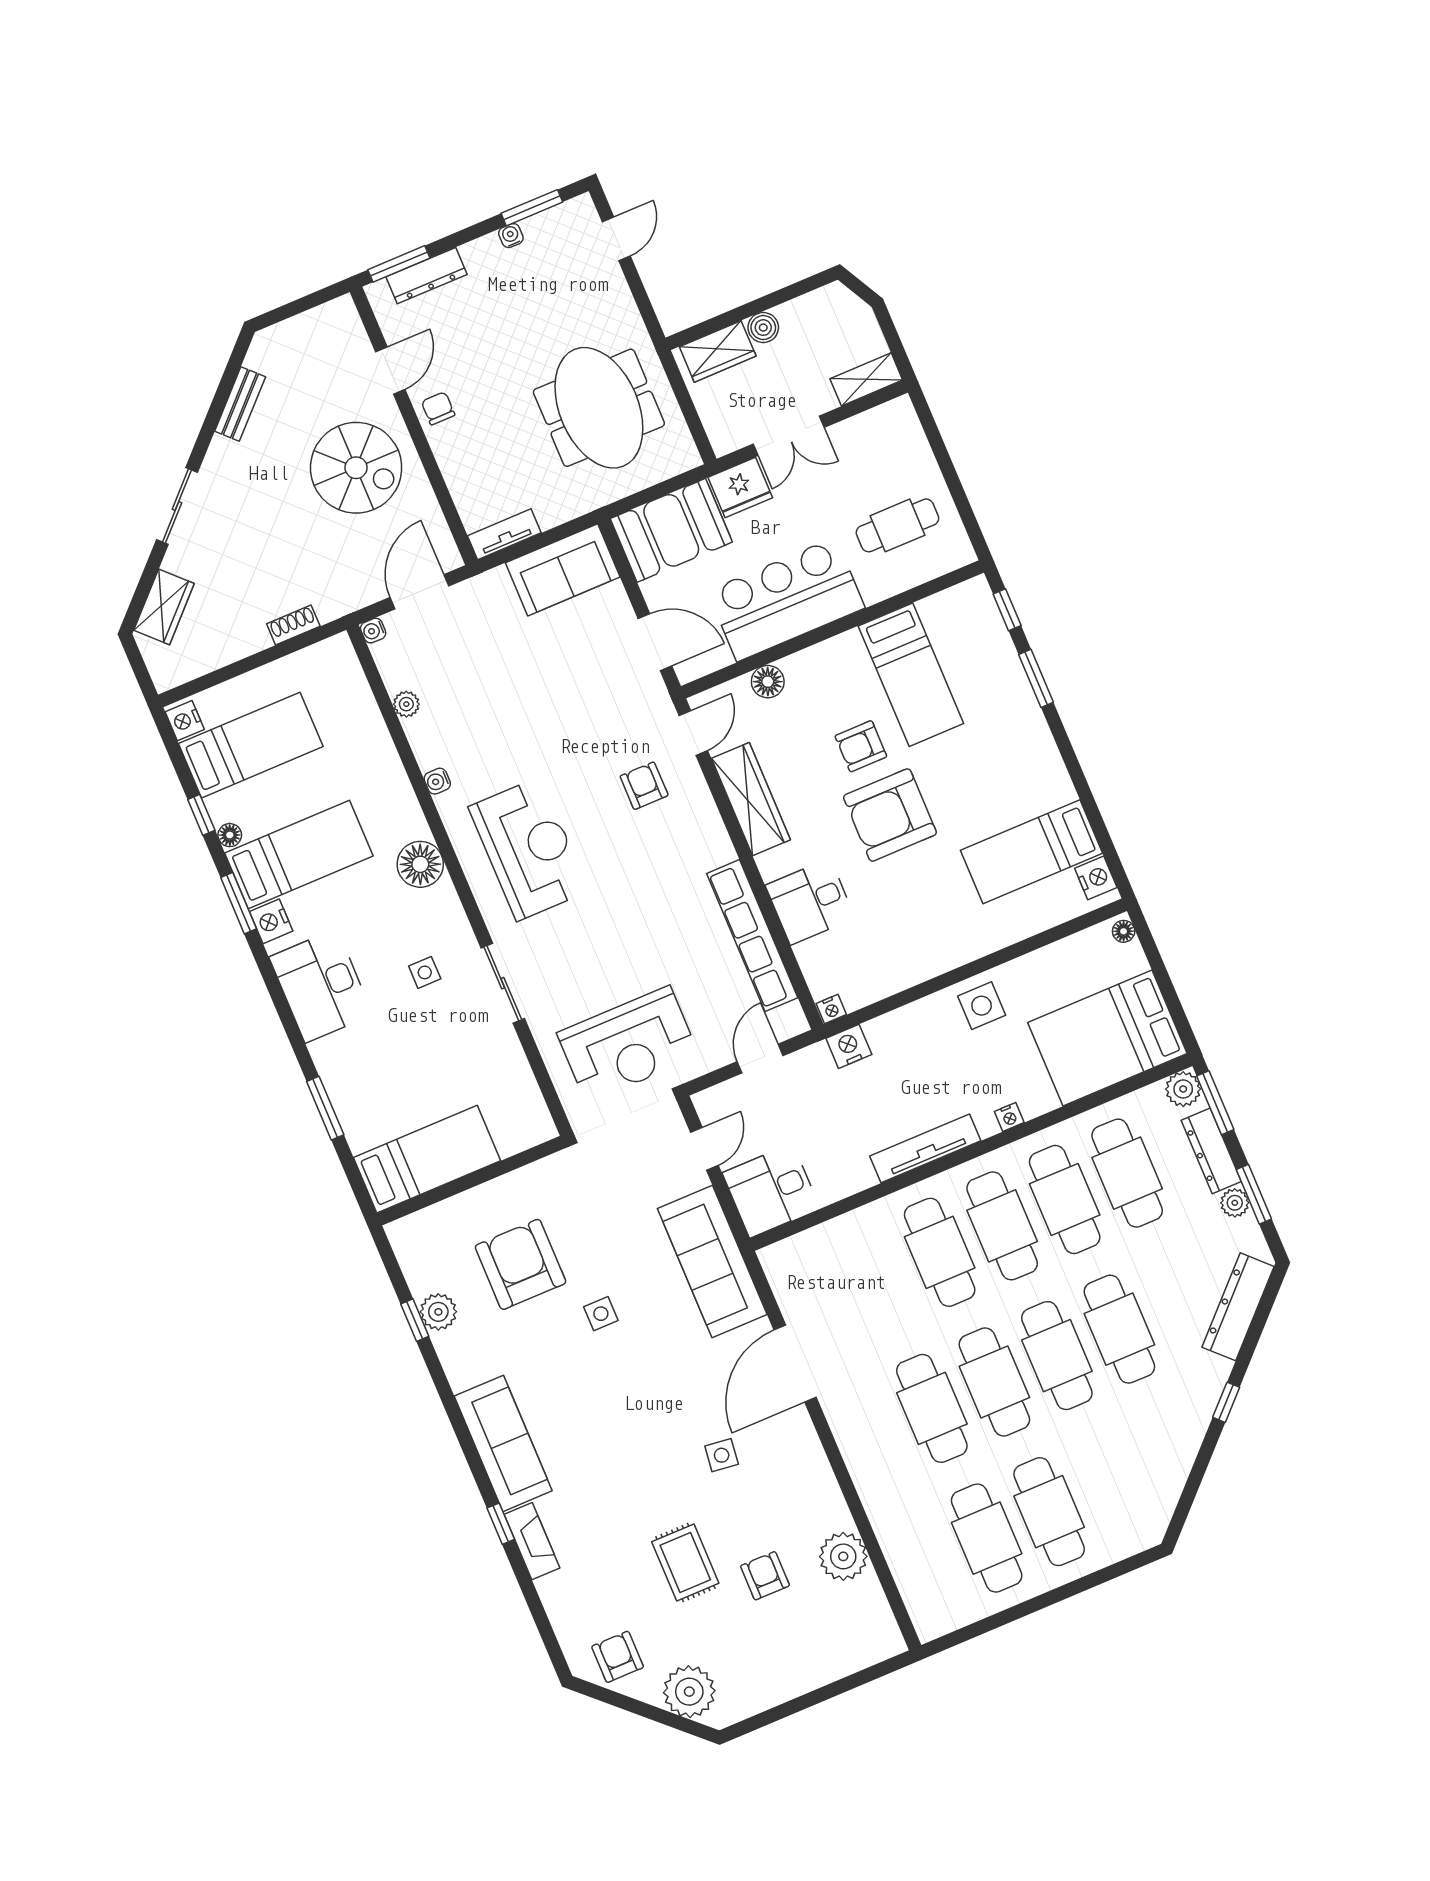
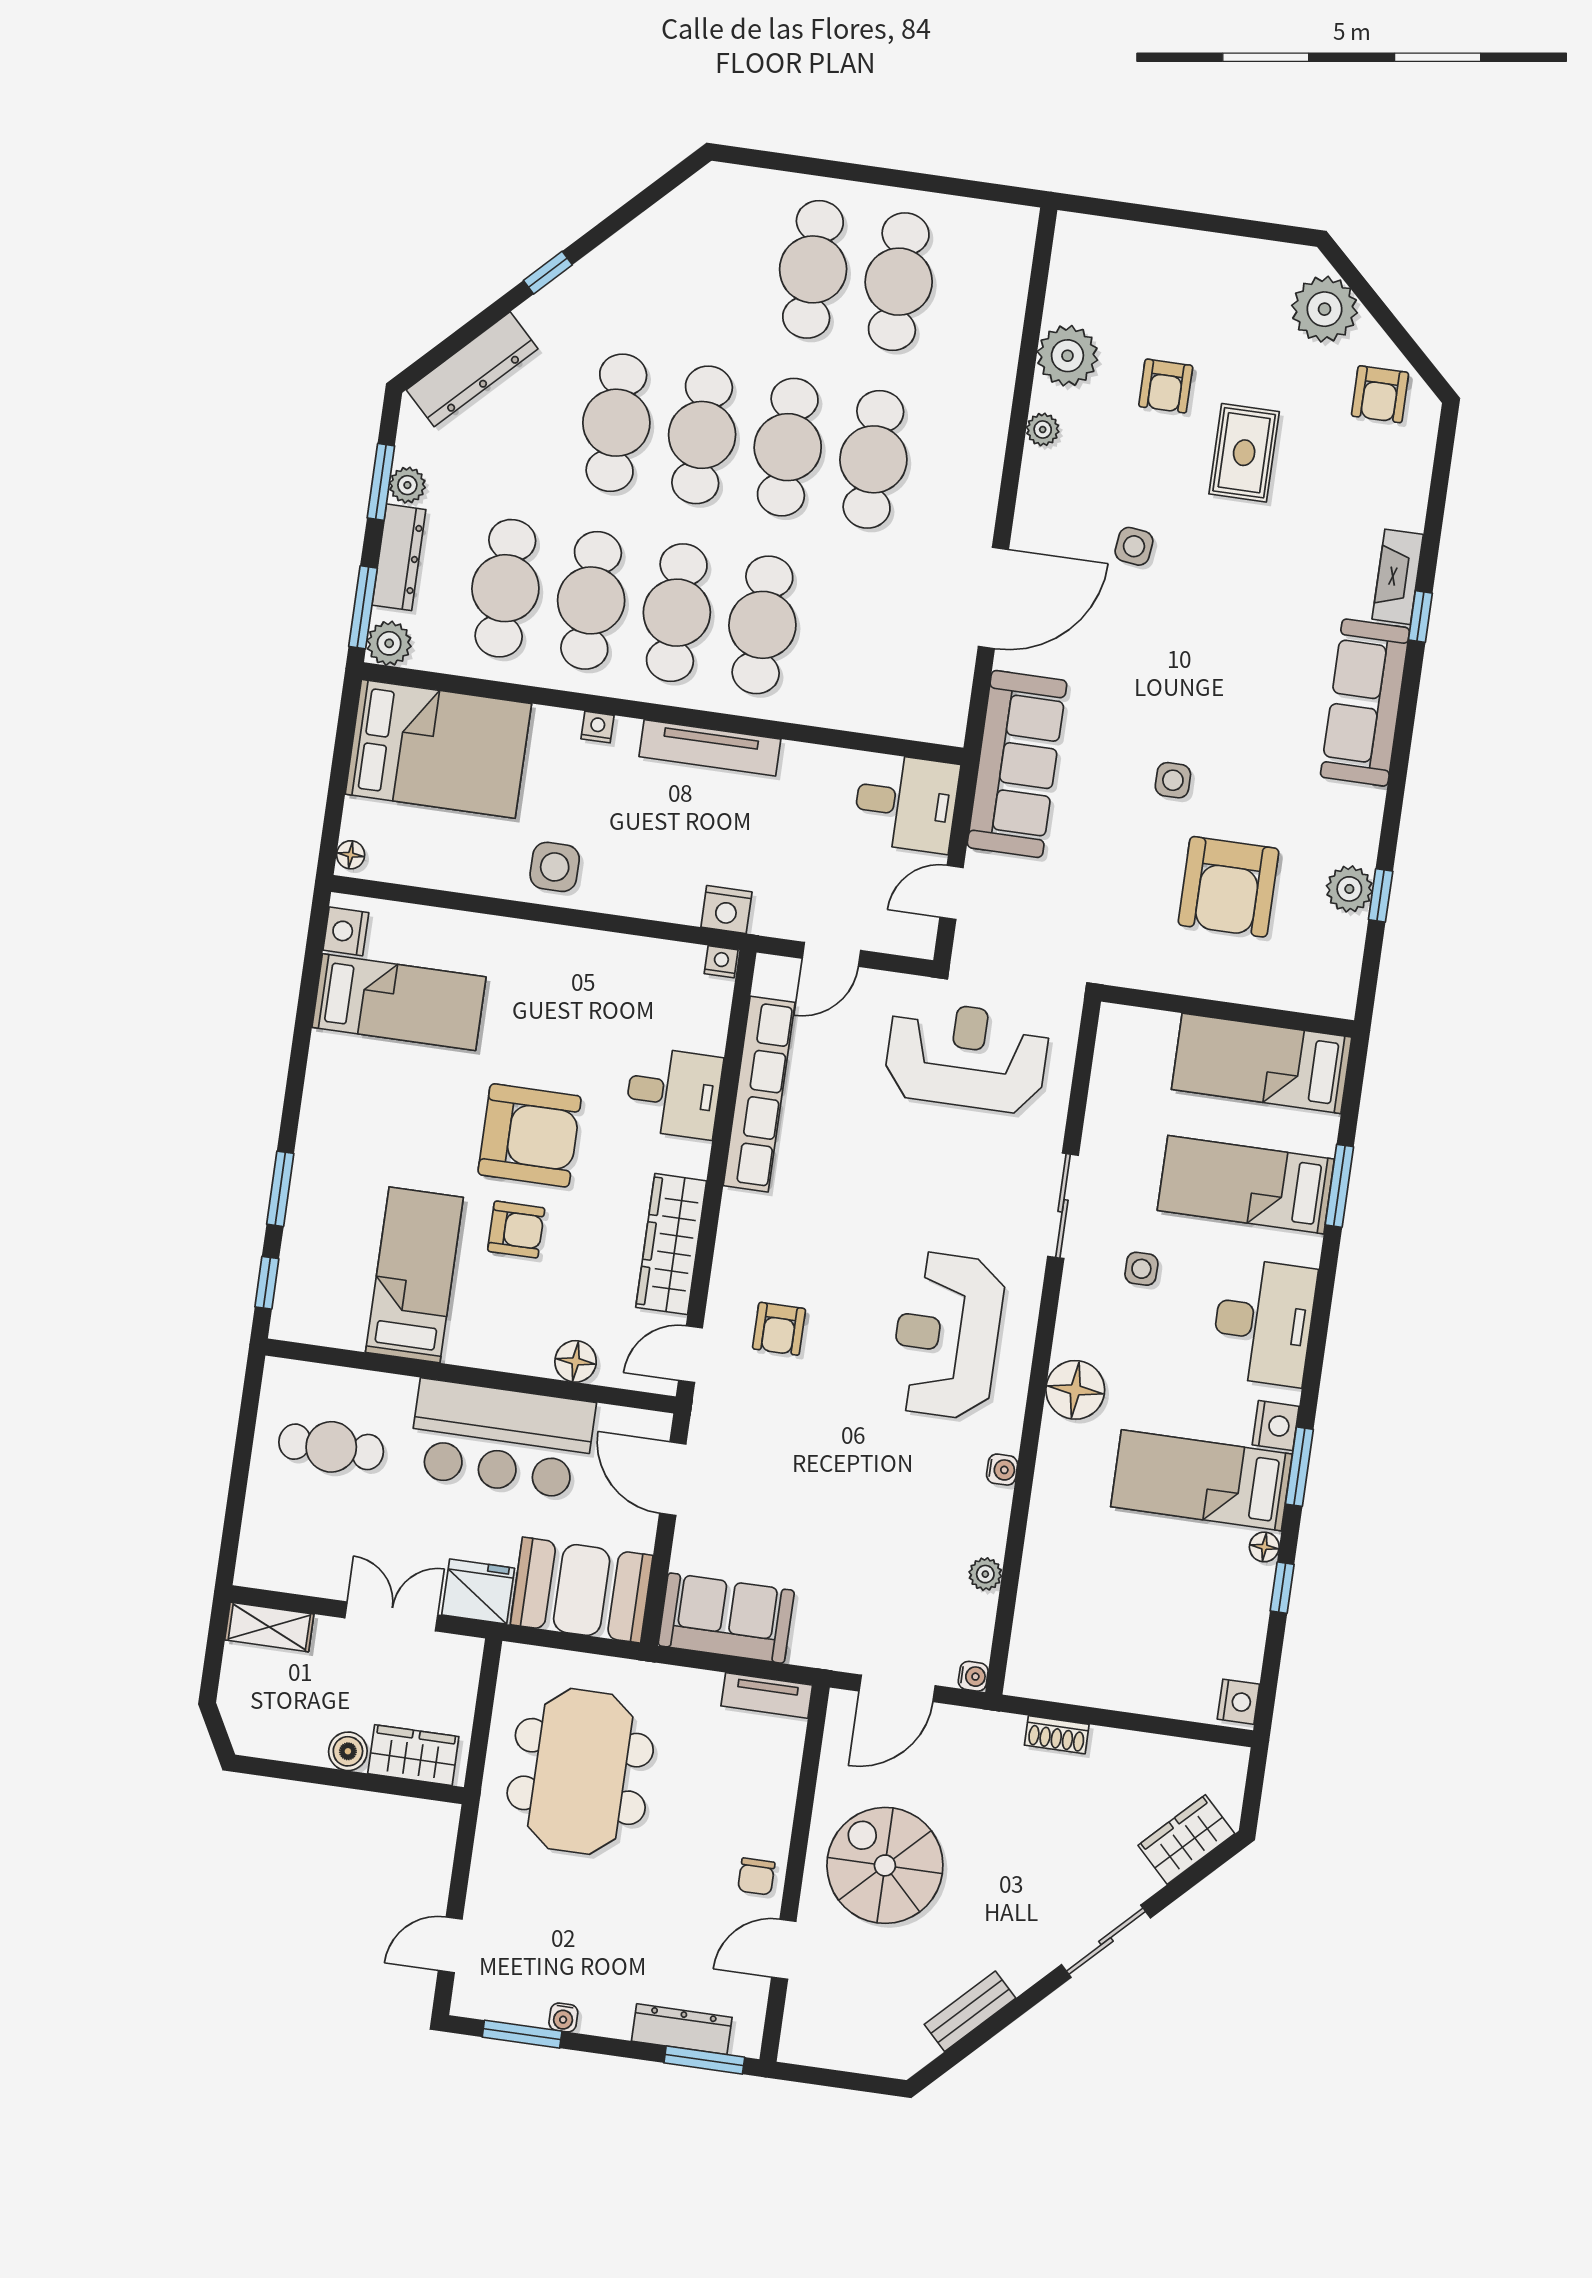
bed: (251, 745) -> (1246, 1185), moved
plant: (830, 1497) -> (1043, 430), added

